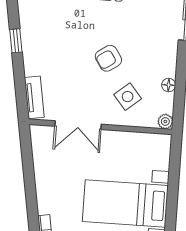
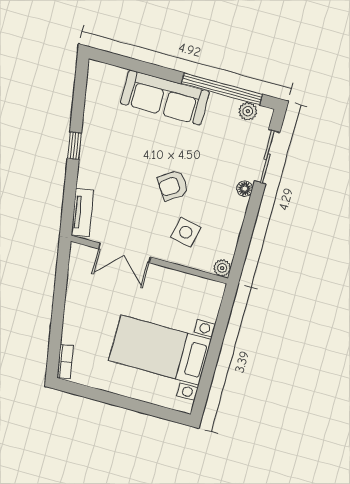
floor lamp: (169, 85) -> (245, 189), moved
side table: (128, 97) -> (186, 232), turned -38

